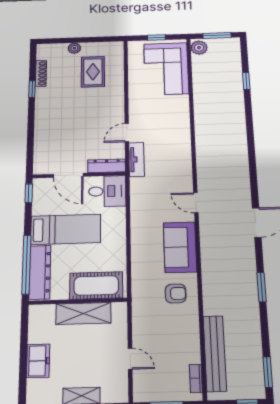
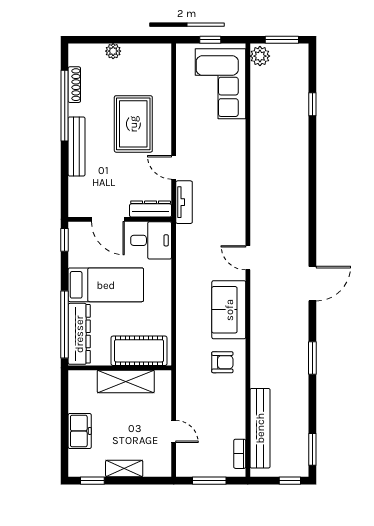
rug: (93, 72) -> (133, 124), moved, width x1.36, depth x1.43
window: (32, 89) -> (65, 106), width x3.17
bench: (42, 119) -> (77, 146), added
door: (127, 133) -> (174, 167), hinge flipped

